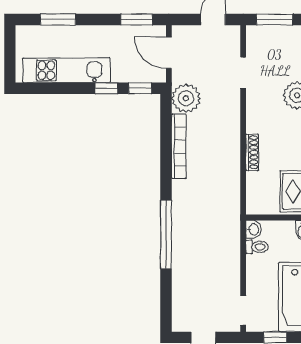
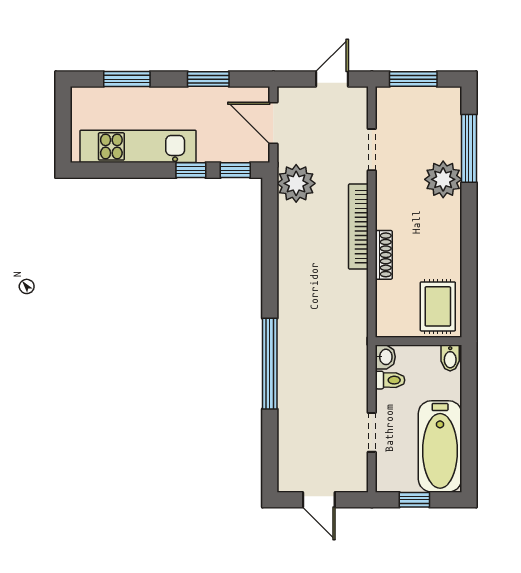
window: (136, 20) -> (208, 79), moved
bookcase: (179, 146) -> (358, 227), moved, turned 180
doorway: (243, 310) -> (372, 432), moved

